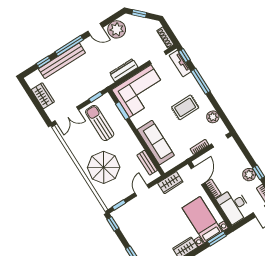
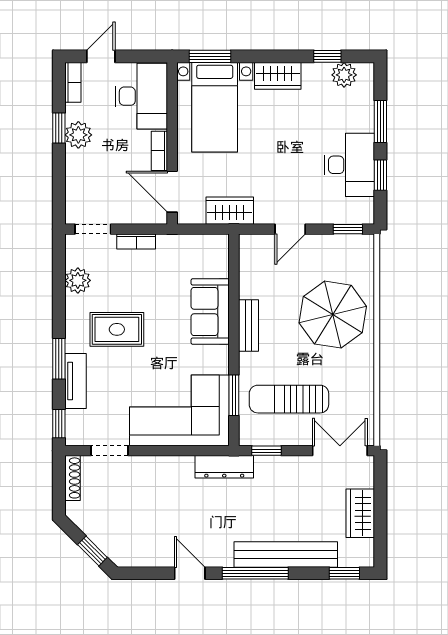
plant: (117, 29) -> (151, 548), removed
window: (44, 62) -> (344, 573), moved
tv unit: (180, 63) -> (75, 381), moved
dresser: (124, 70) -> (224, 467), moved
window: (201, 81) -> (59, 359), width x0.69
sun lounger: (100, 123) -> (289, 399), turned 90
sofa: (156, 143) -> (210, 311), width x0.73
bench: (147, 163) -> (249, 325), moved
door: (198, 176) -> (172, 192), hinge flipped
window: (113, 224) -> (380, 175), moved
desk: (134, 231) -> (350, 165), added

